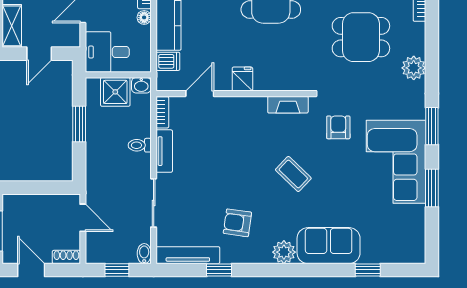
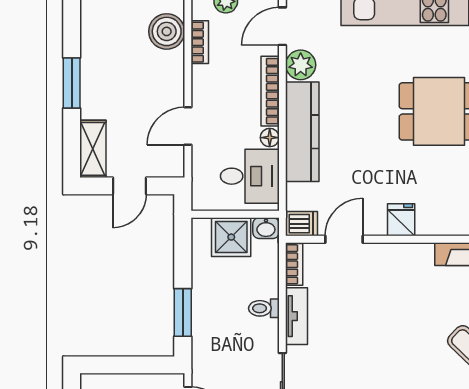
desk: (107, 52) -> (250, 176), moved, turned 180
dishwasher: (168, 61) -> (302, 224), moved
window: (79, 124) -> (183, 313), moved

